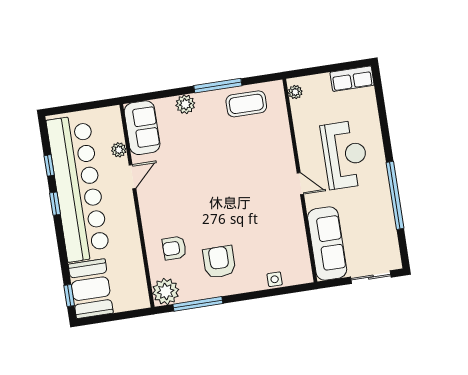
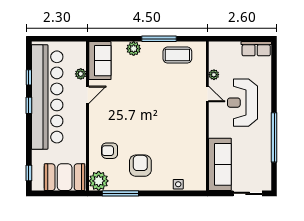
plant: (295, 92) -> (214, 75), moved
reception desk: (345, 155) -> (243, 103), turned 180
door: (300, 184) -> (207, 94), moved
booth: (91, 289) -> (65, 177), moved, turned 90

